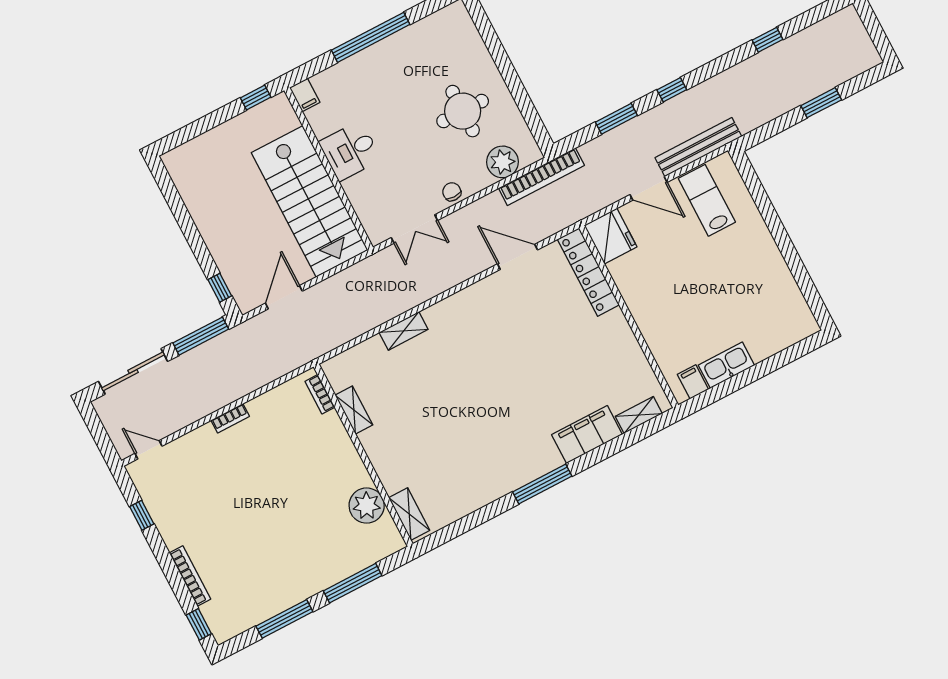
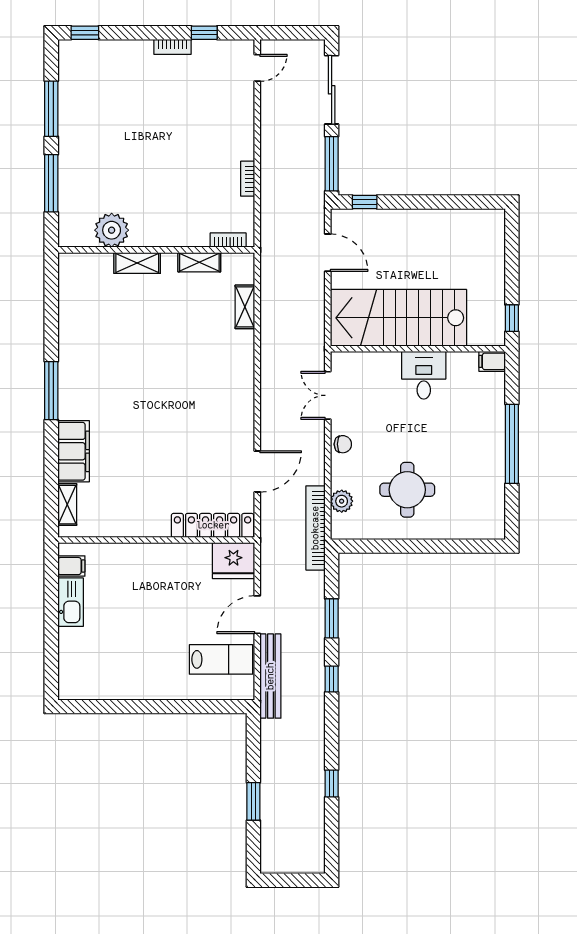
plant: (503, 162) -> (342, 501), width x0.73, depth x0.73
shelving: (404, 331) -> (245, 307), moved
bookcase: (230, 418) -> (248, 179), moved
shelving: (409, 514) -> (137, 263), moved
bookcase: (190, 576) -> (173, 47), moved, width x0.64

